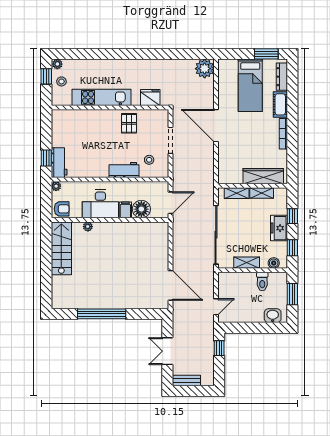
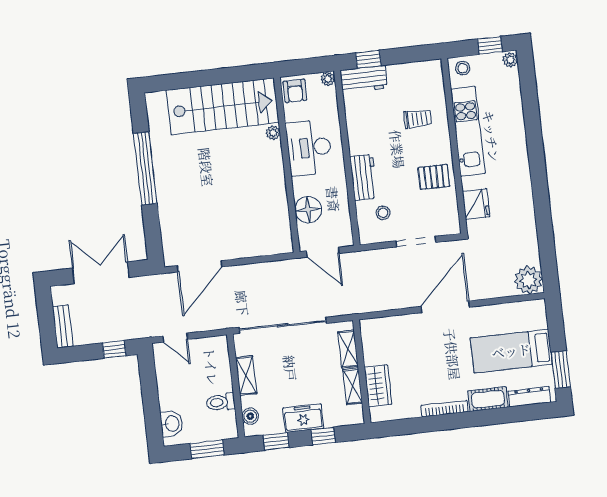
stool: (61, 81) -> (463, 68), moved
trolley: (89, 130) -> (418, 119), added
wardrobe: (263, 176) -> (378, 386), width x0.67
filing cabinet: (125, 210) -> (304, 186), removed
stairs: (61, 248) -> (223, 106), width x1.36, depth x1.51
double door: (167, 351) -> (101, 273), width x1.37
bench: (186, 380) -> (63, 326), moved

